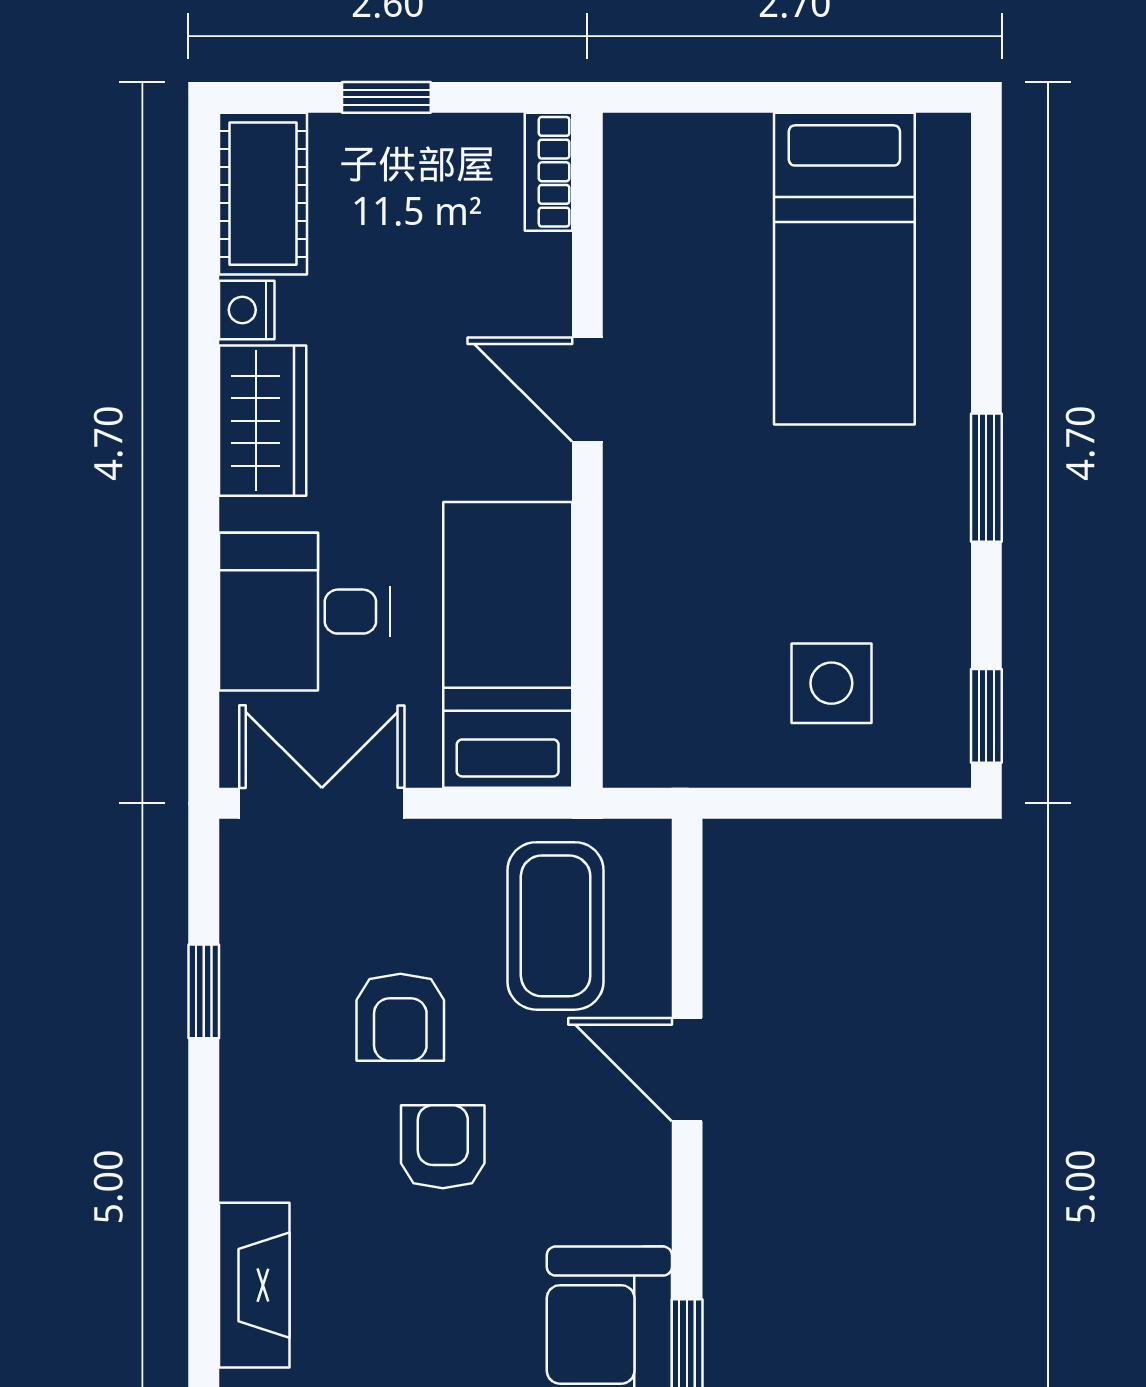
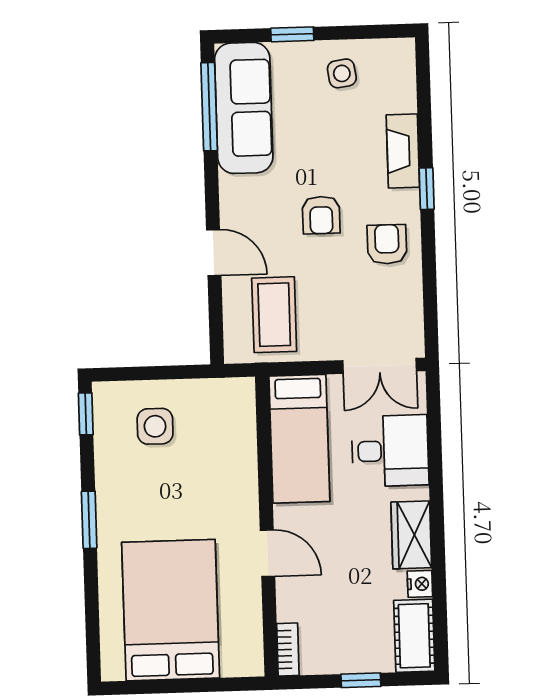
bed: (844, 269) -> (171, 610), width x1.50
window: (204, 991) -> (427, 189), moved
armchair: (400, 1017) -> (387, 244), moved

